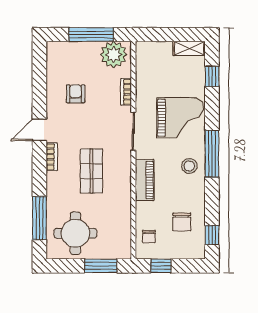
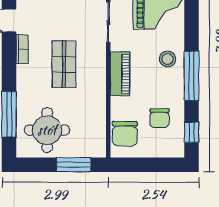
window: (212, 154) -> (192, 76), moved
chair: (149, 237) -> (125, 134), width x1.87, depth x1.87
window: (161, 266) -> (138, 165), removed

